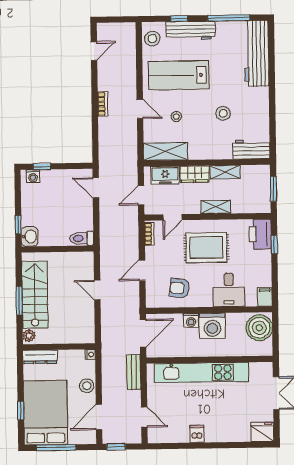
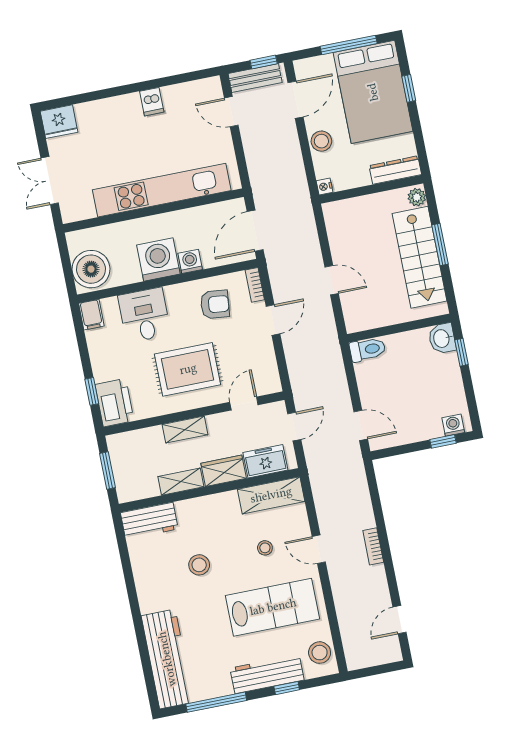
bookcase: (149, 234) -> (255, 285), moved
bench: (134, 372) -> (255, 78), moved, turned 90

